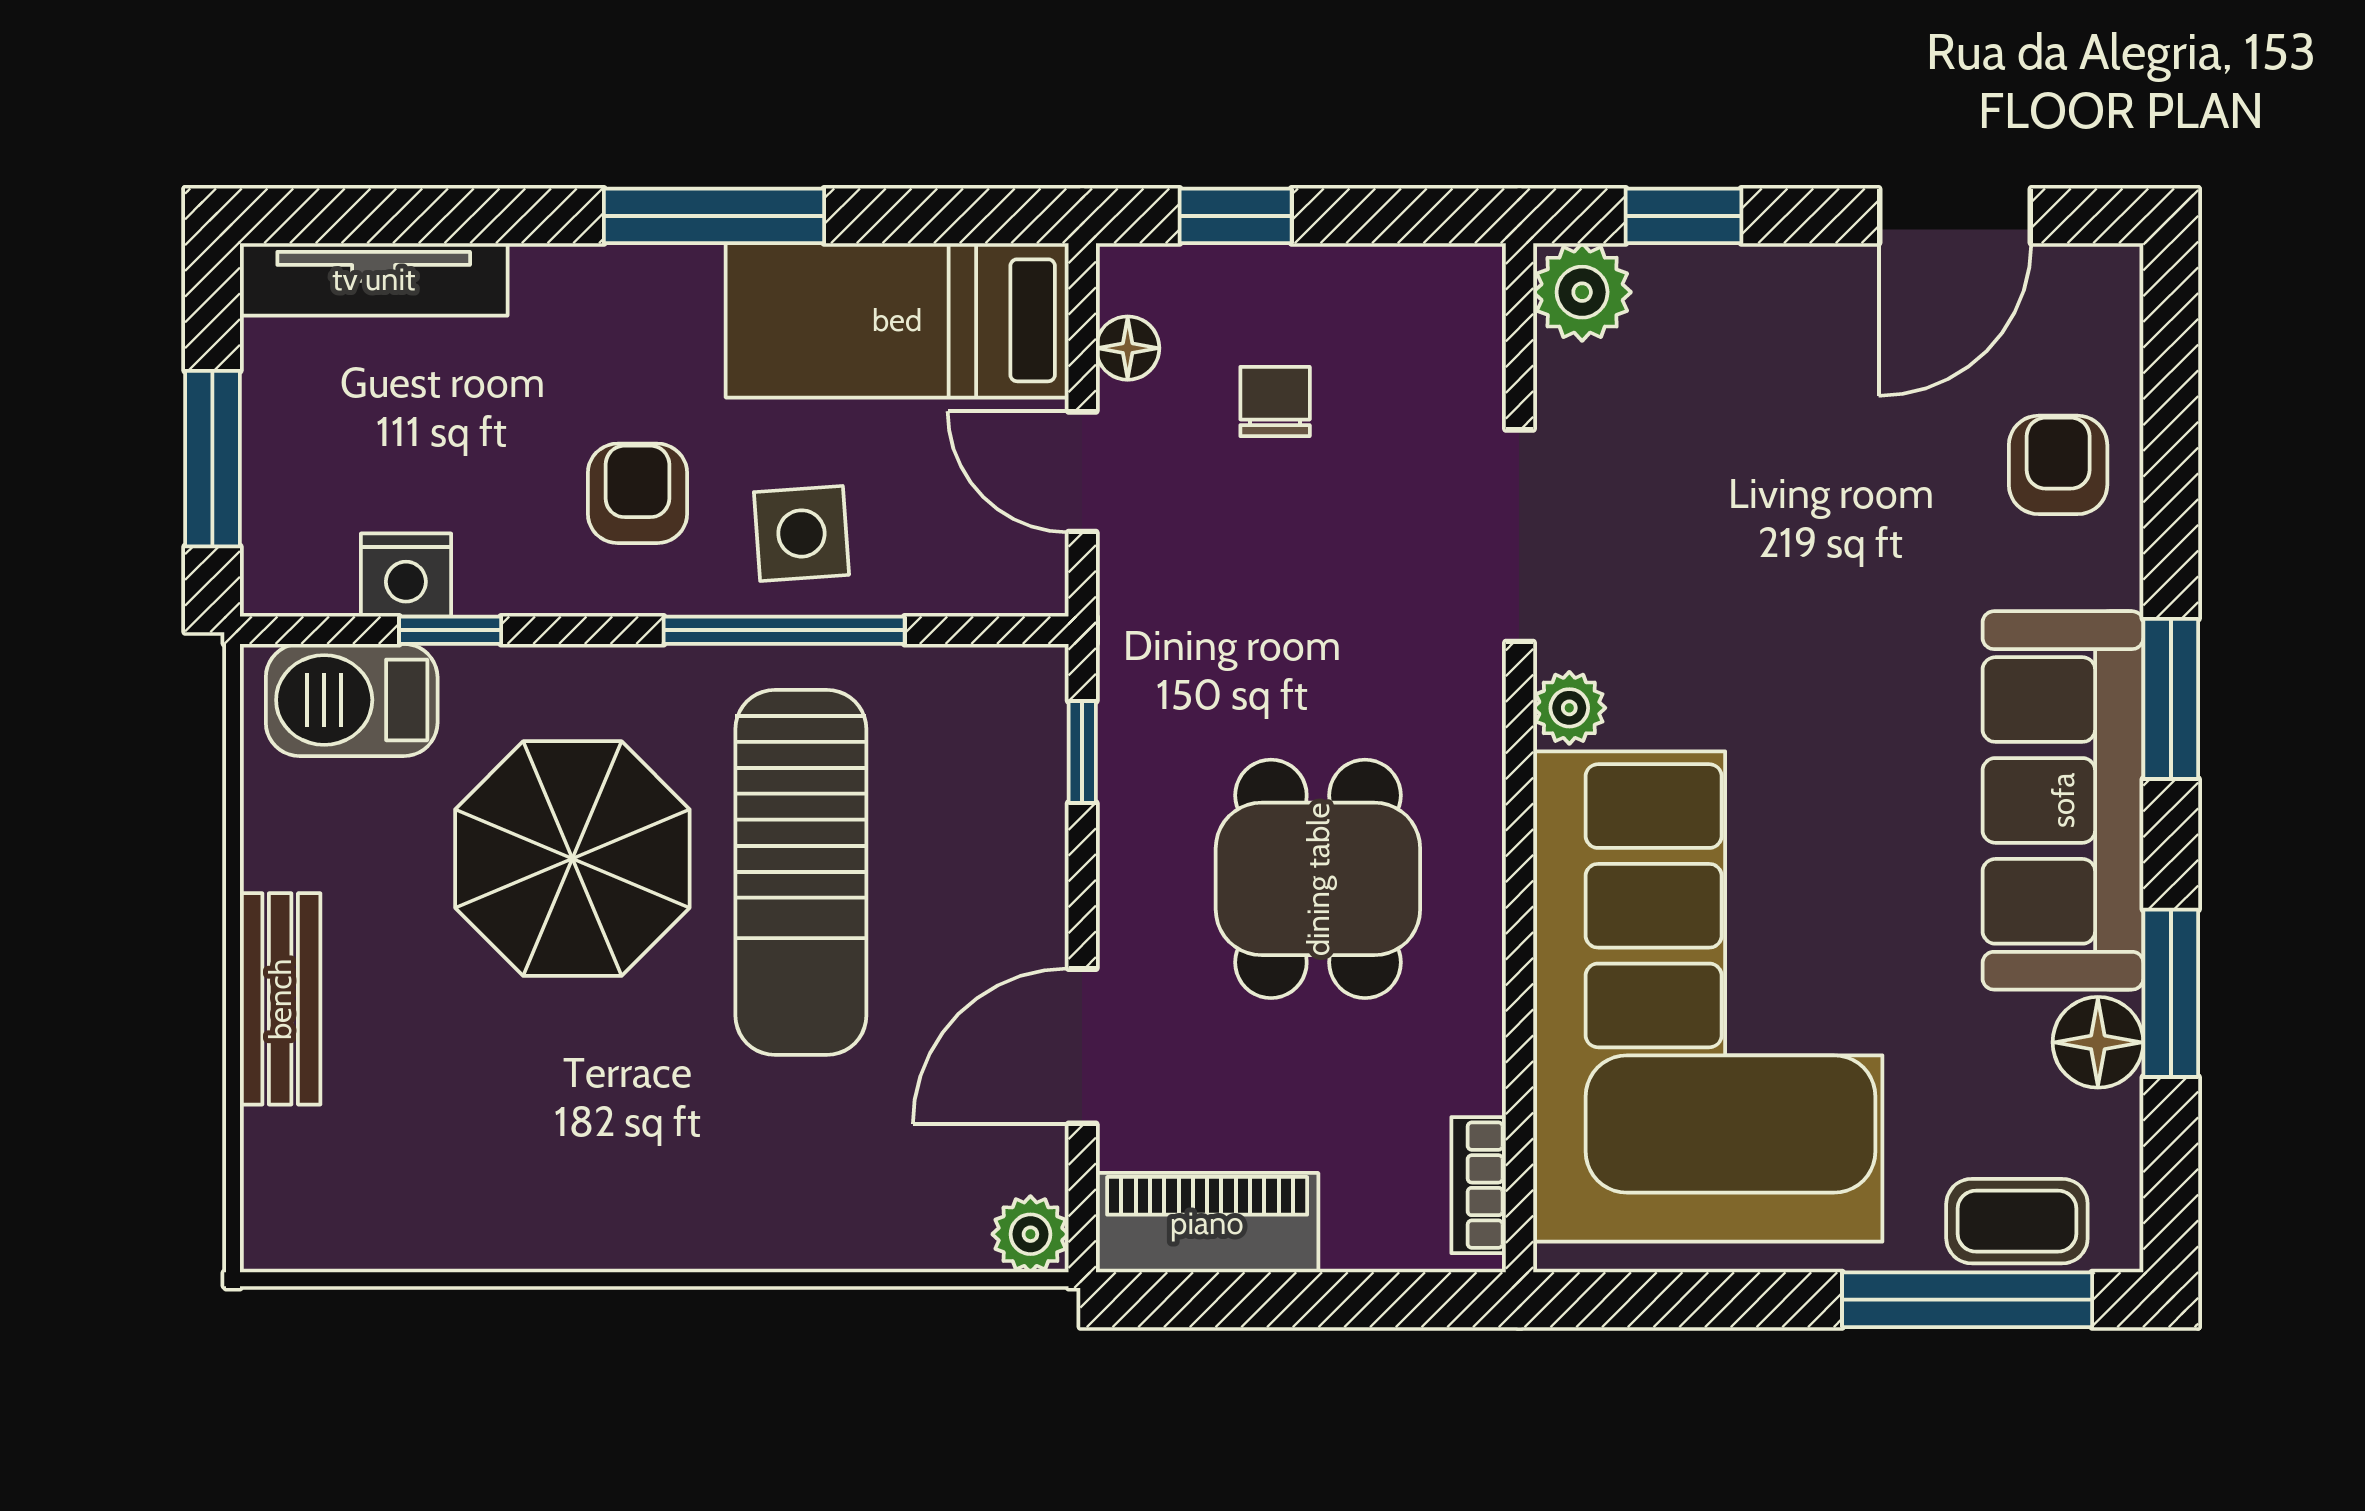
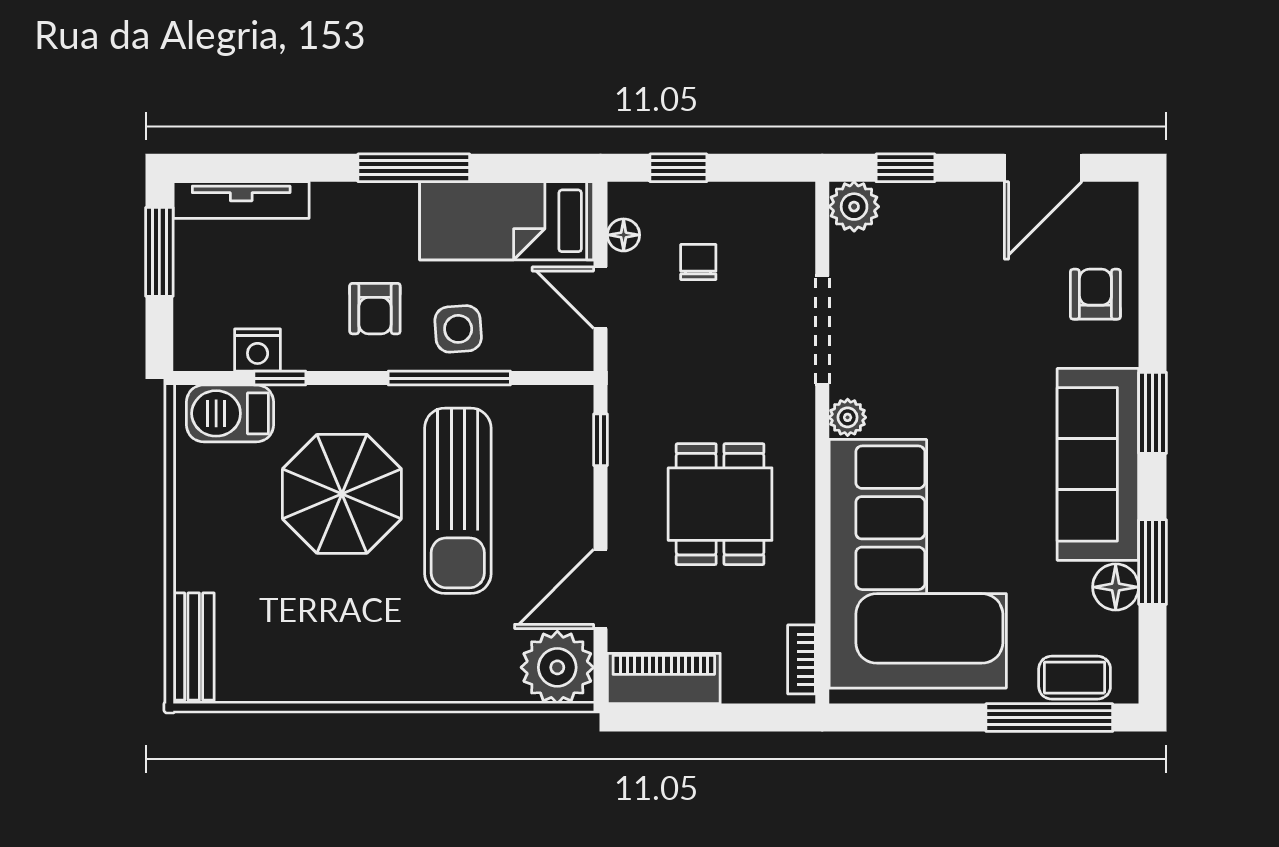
window: (212, 459) -> (159, 252), moved
armchair: (637, 493) -> (375, 309), turned 180
bench: (280, 999) -> (194, 647), moved
plant: (1030, 1234) -> (557, 667), width x1.88, depth x1.88

